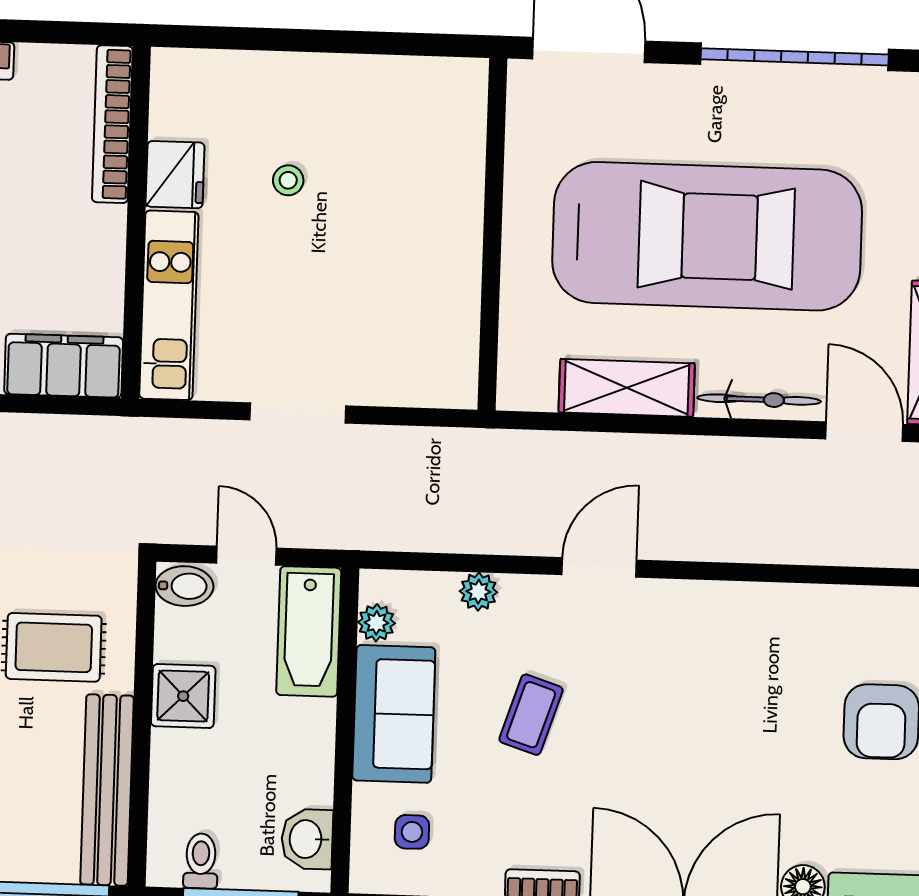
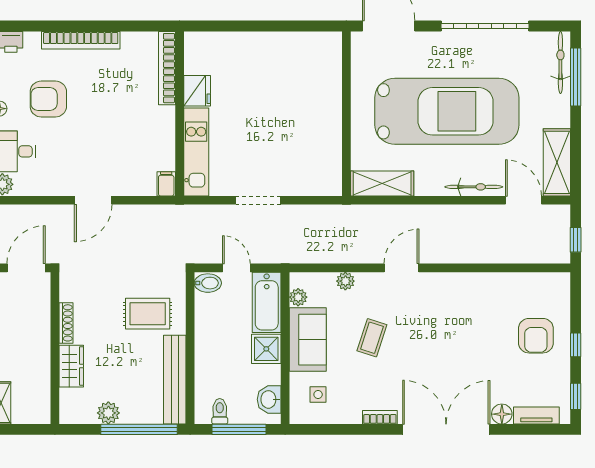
stool: (288, 180) -> (250, 92), removed
filing cabinet: (64, 366) -> (166, 184), width x0.33, depth x0.86
shelving: (627, 388) -> (382, 183), moved
shower: (183, 696) -> (266, 349), moved

